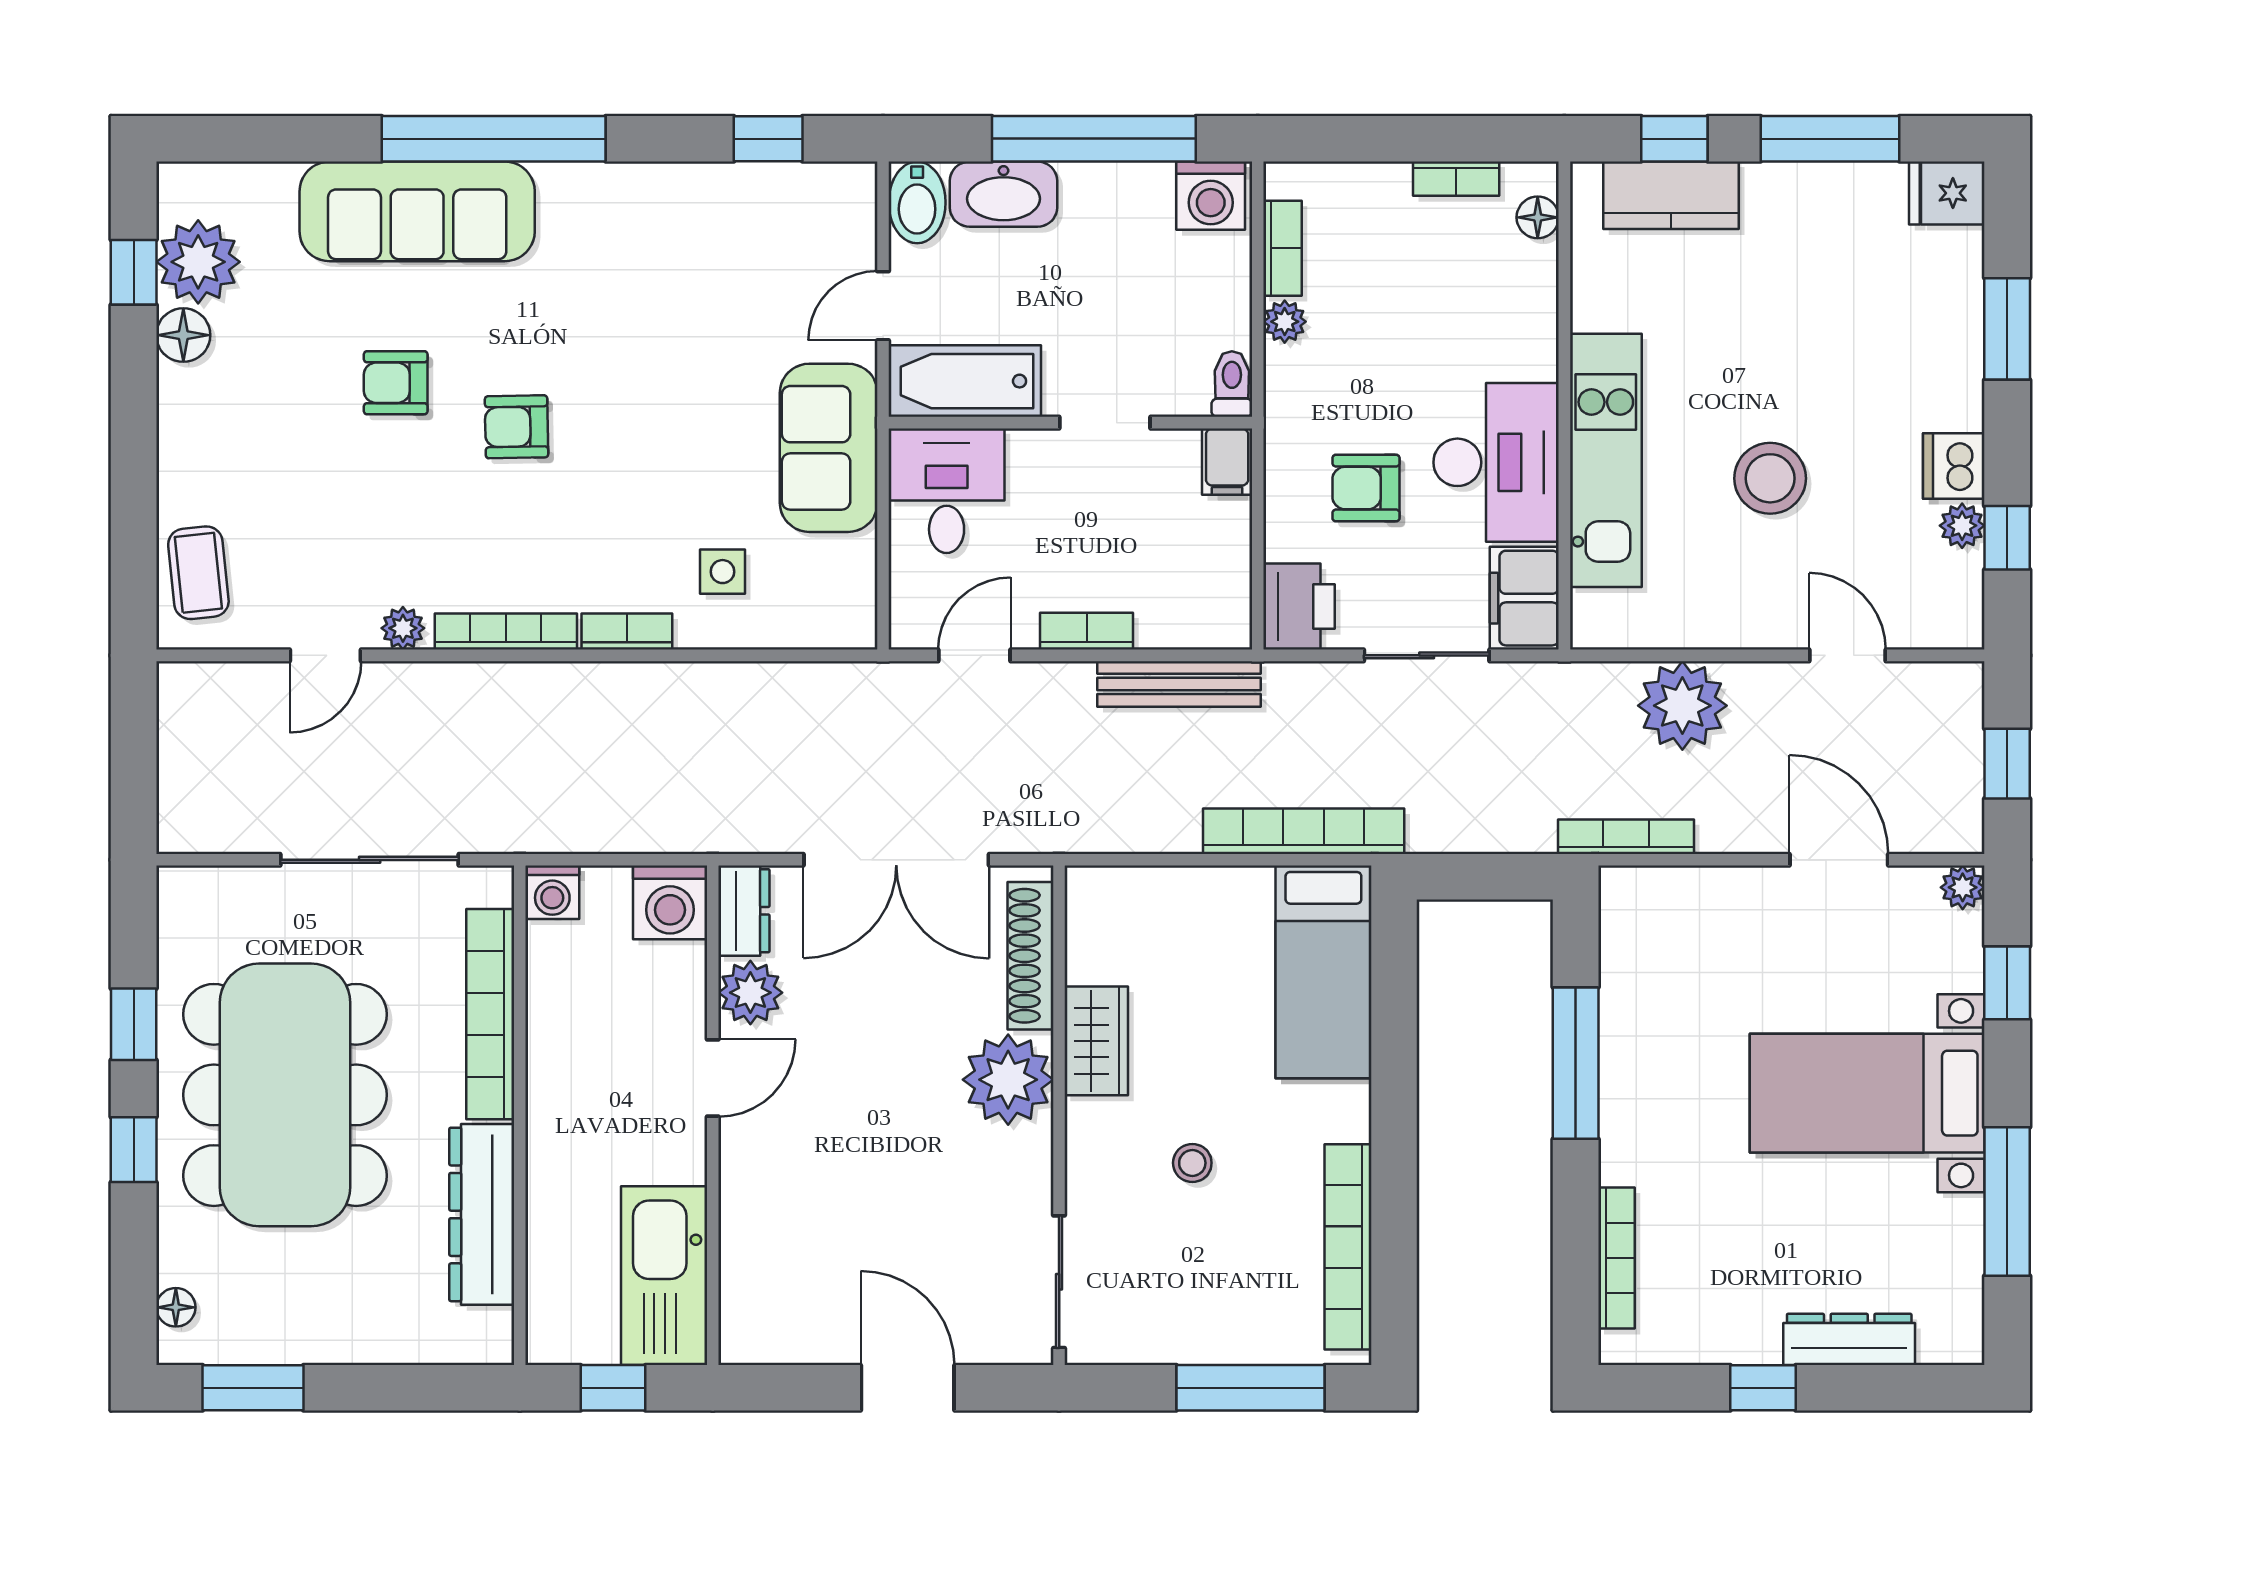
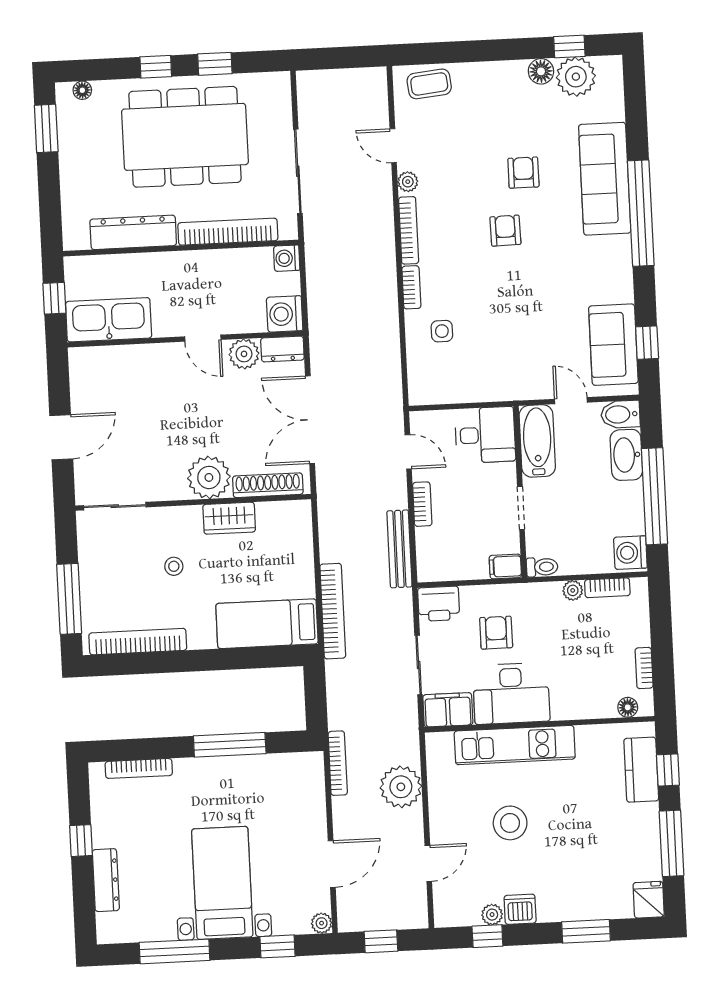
sofa: (829, 448) -> (613, 345), moved, turned -90

